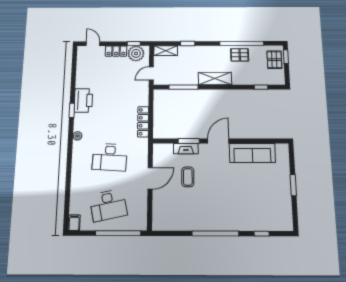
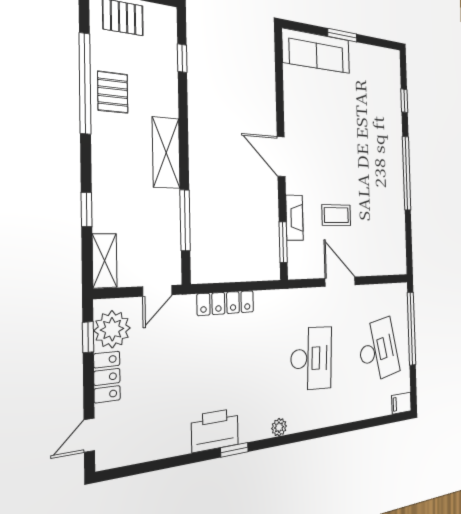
door: (151, 73) -> (157, 291), hinge flipped
locker: (143, 122) -> (226, 303), moved
window: (189, 141) -> (283, 242), moved
sofa: (252, 153) -> (316, 51), moved, turned 90

